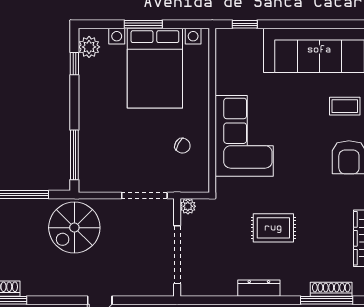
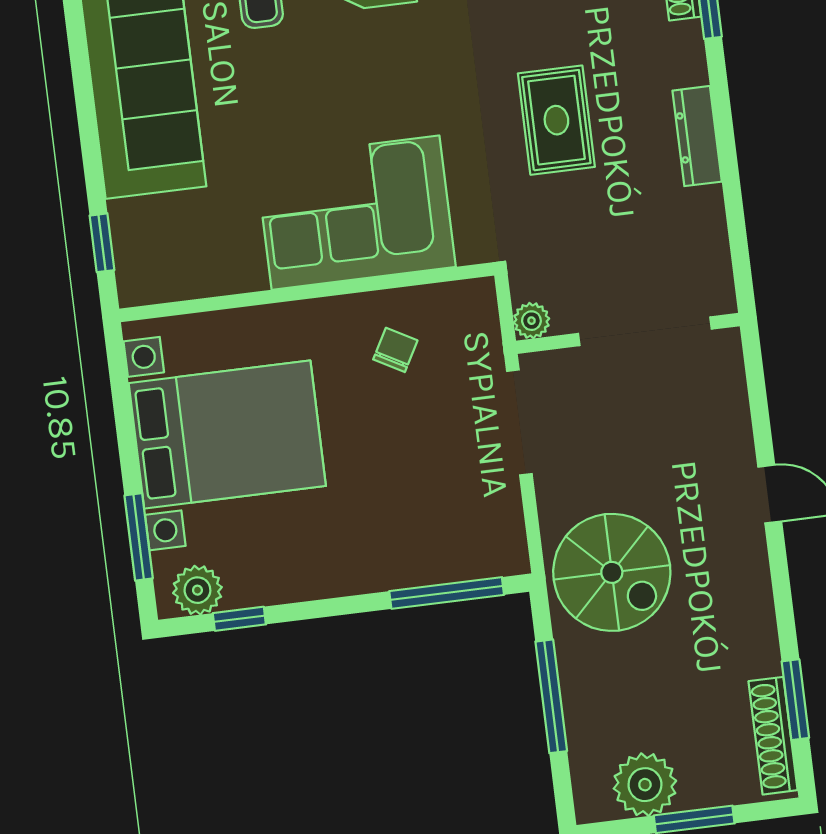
window: (143, 24) -> (139, 537), moved

